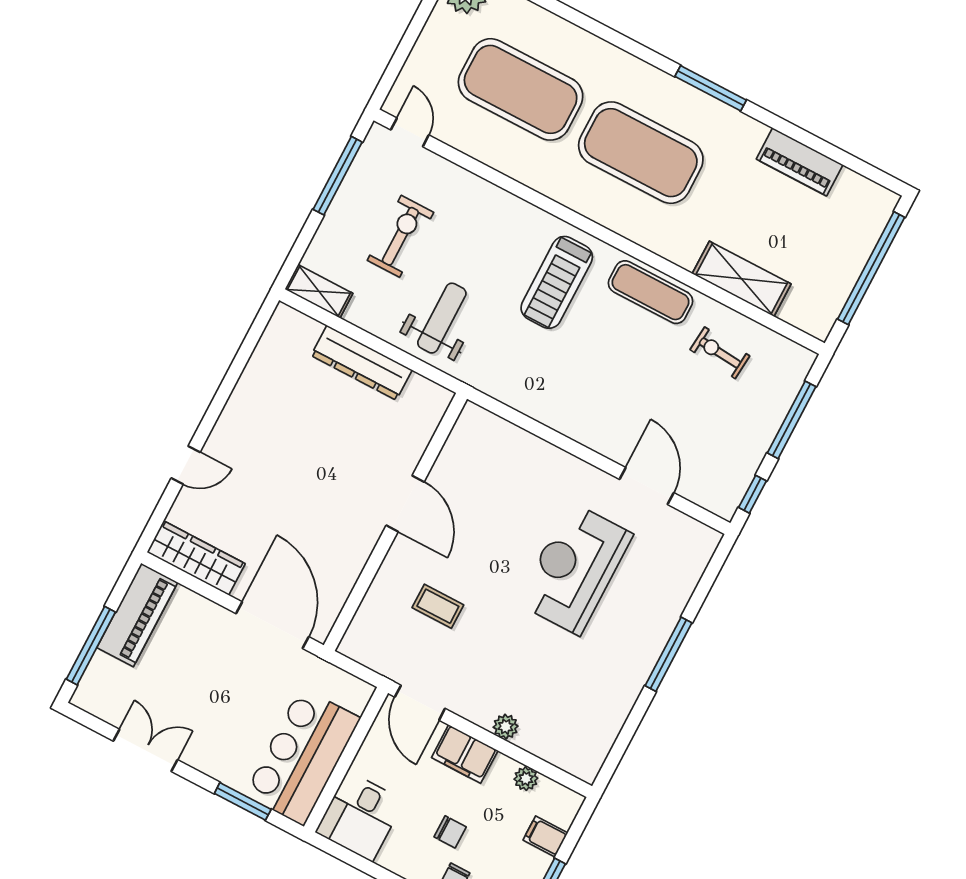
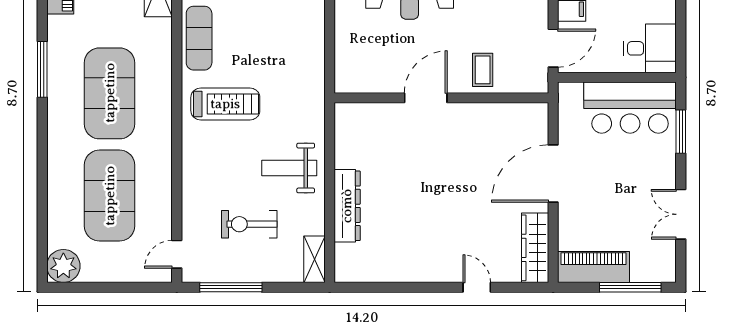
door: (405, 504) -> (426, 98), moved
wall: (395, 522) -> (441, 98), moved

